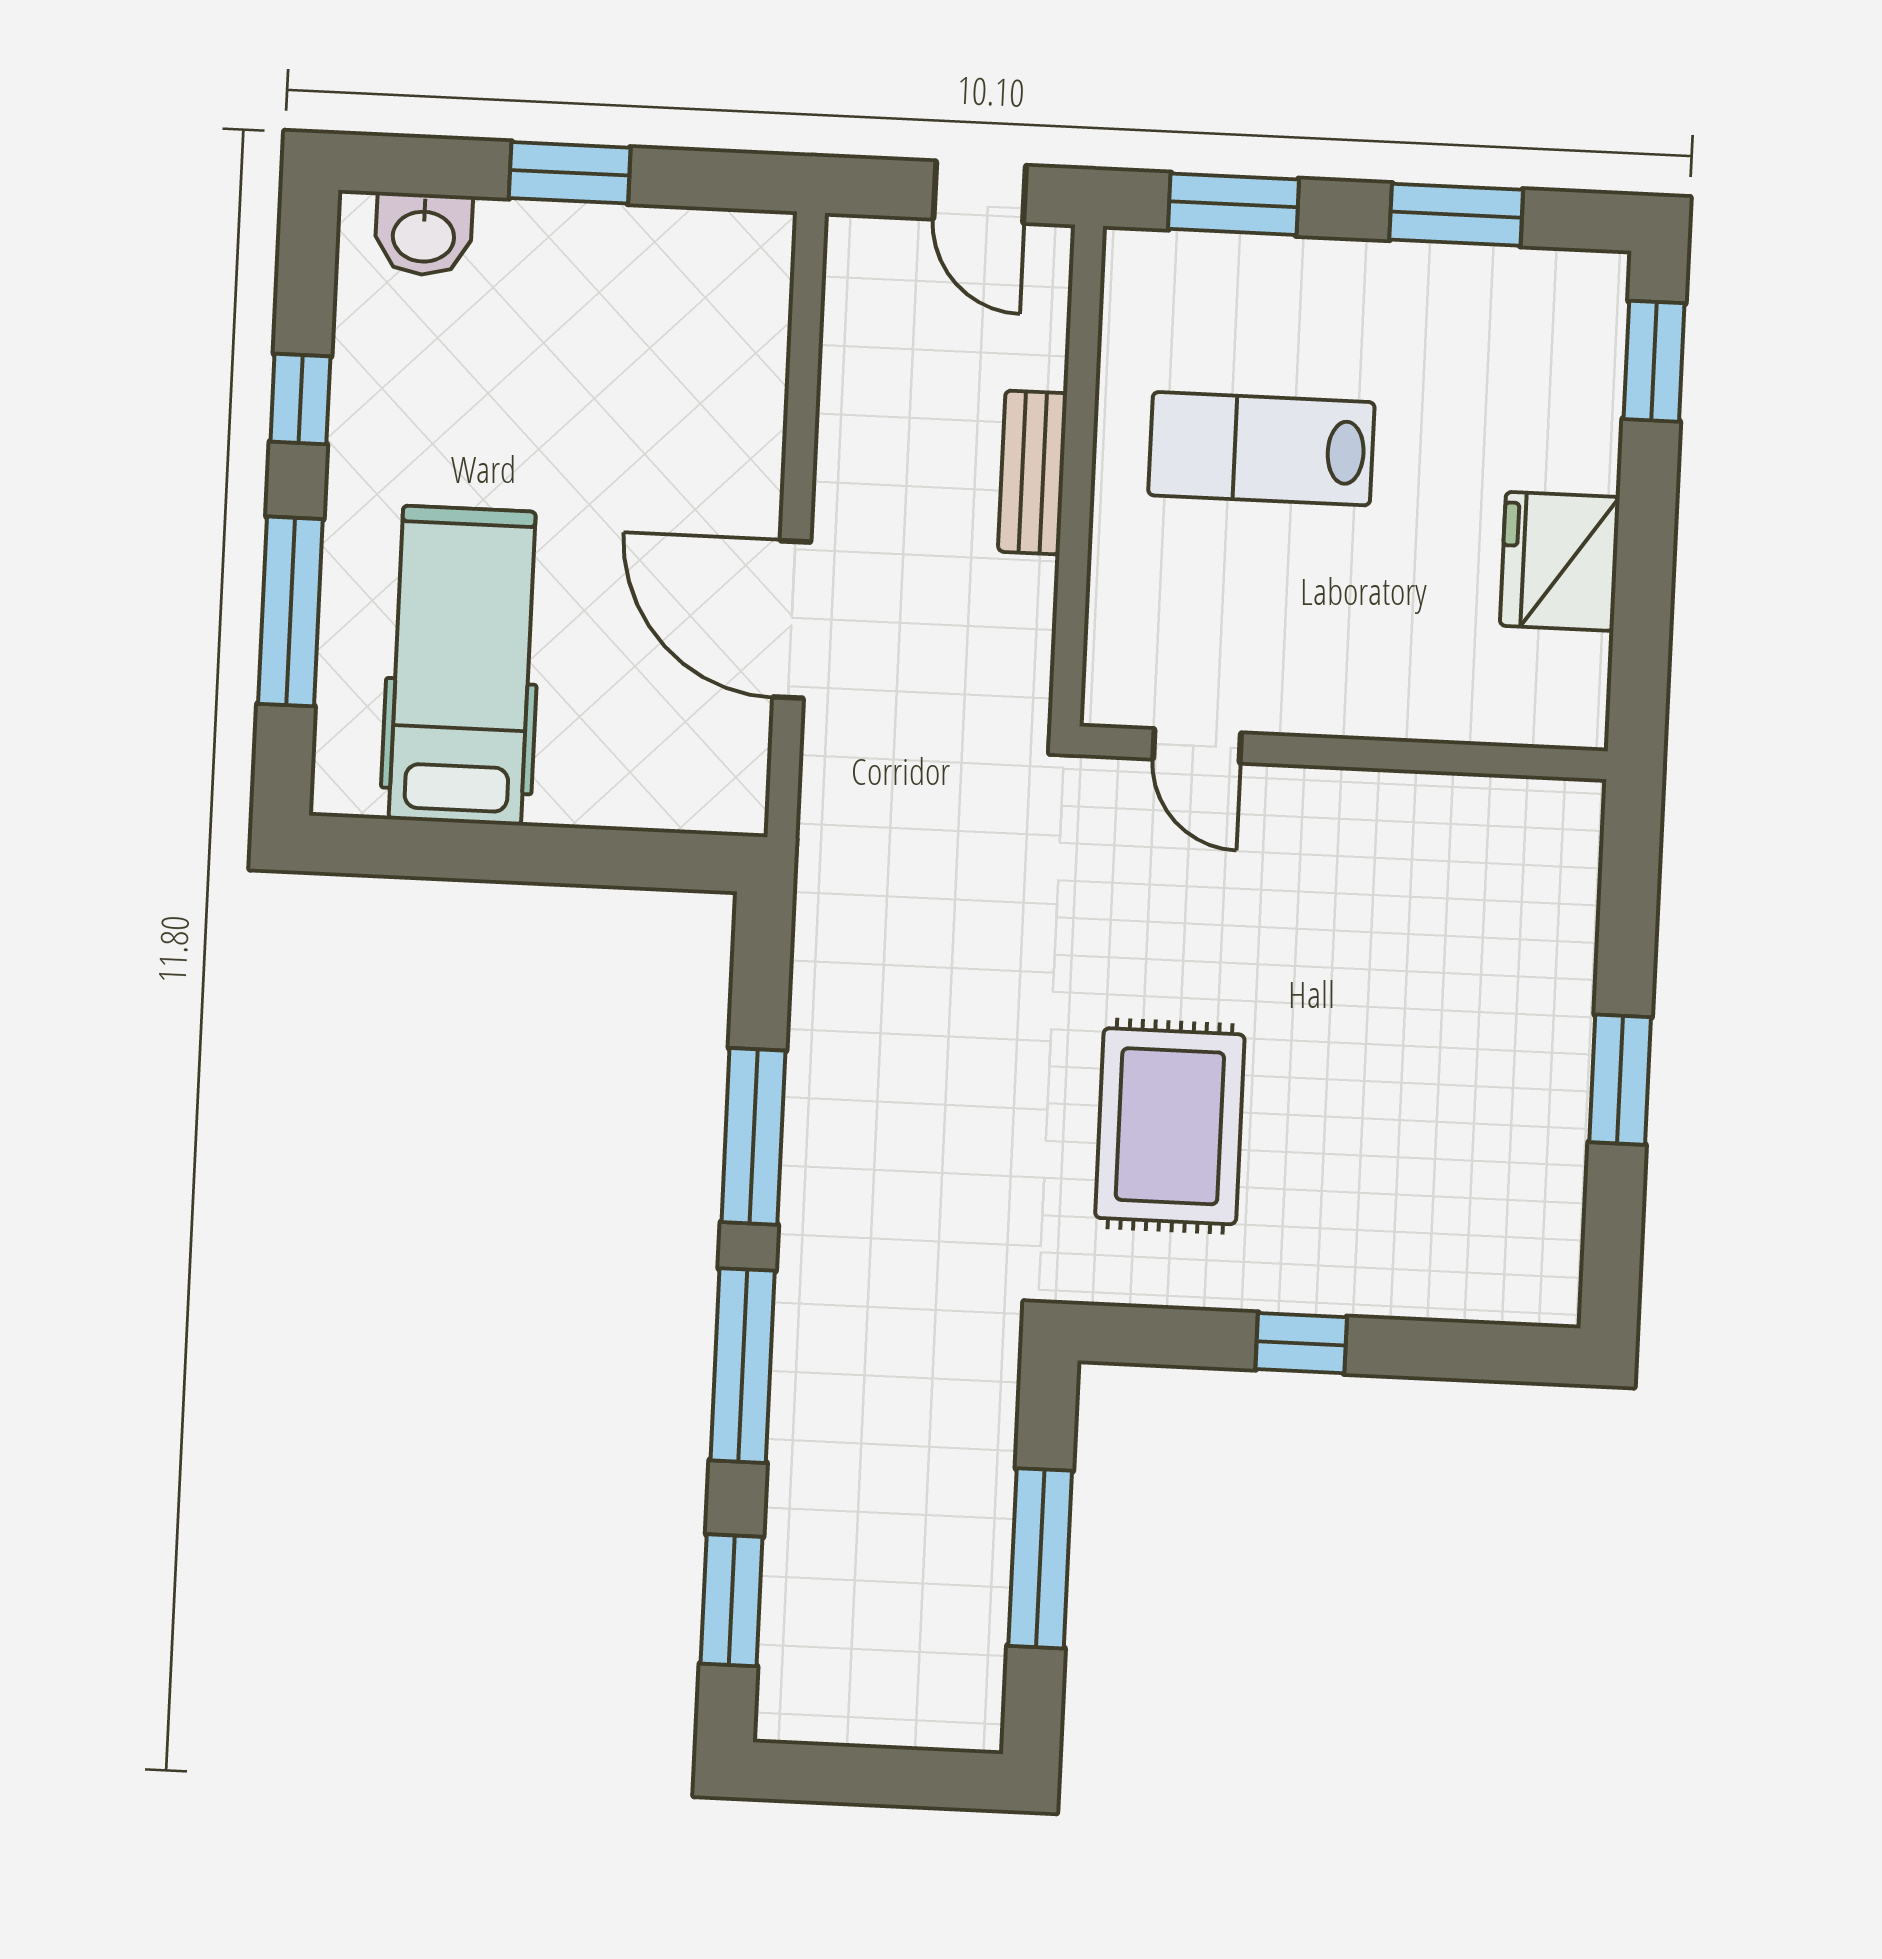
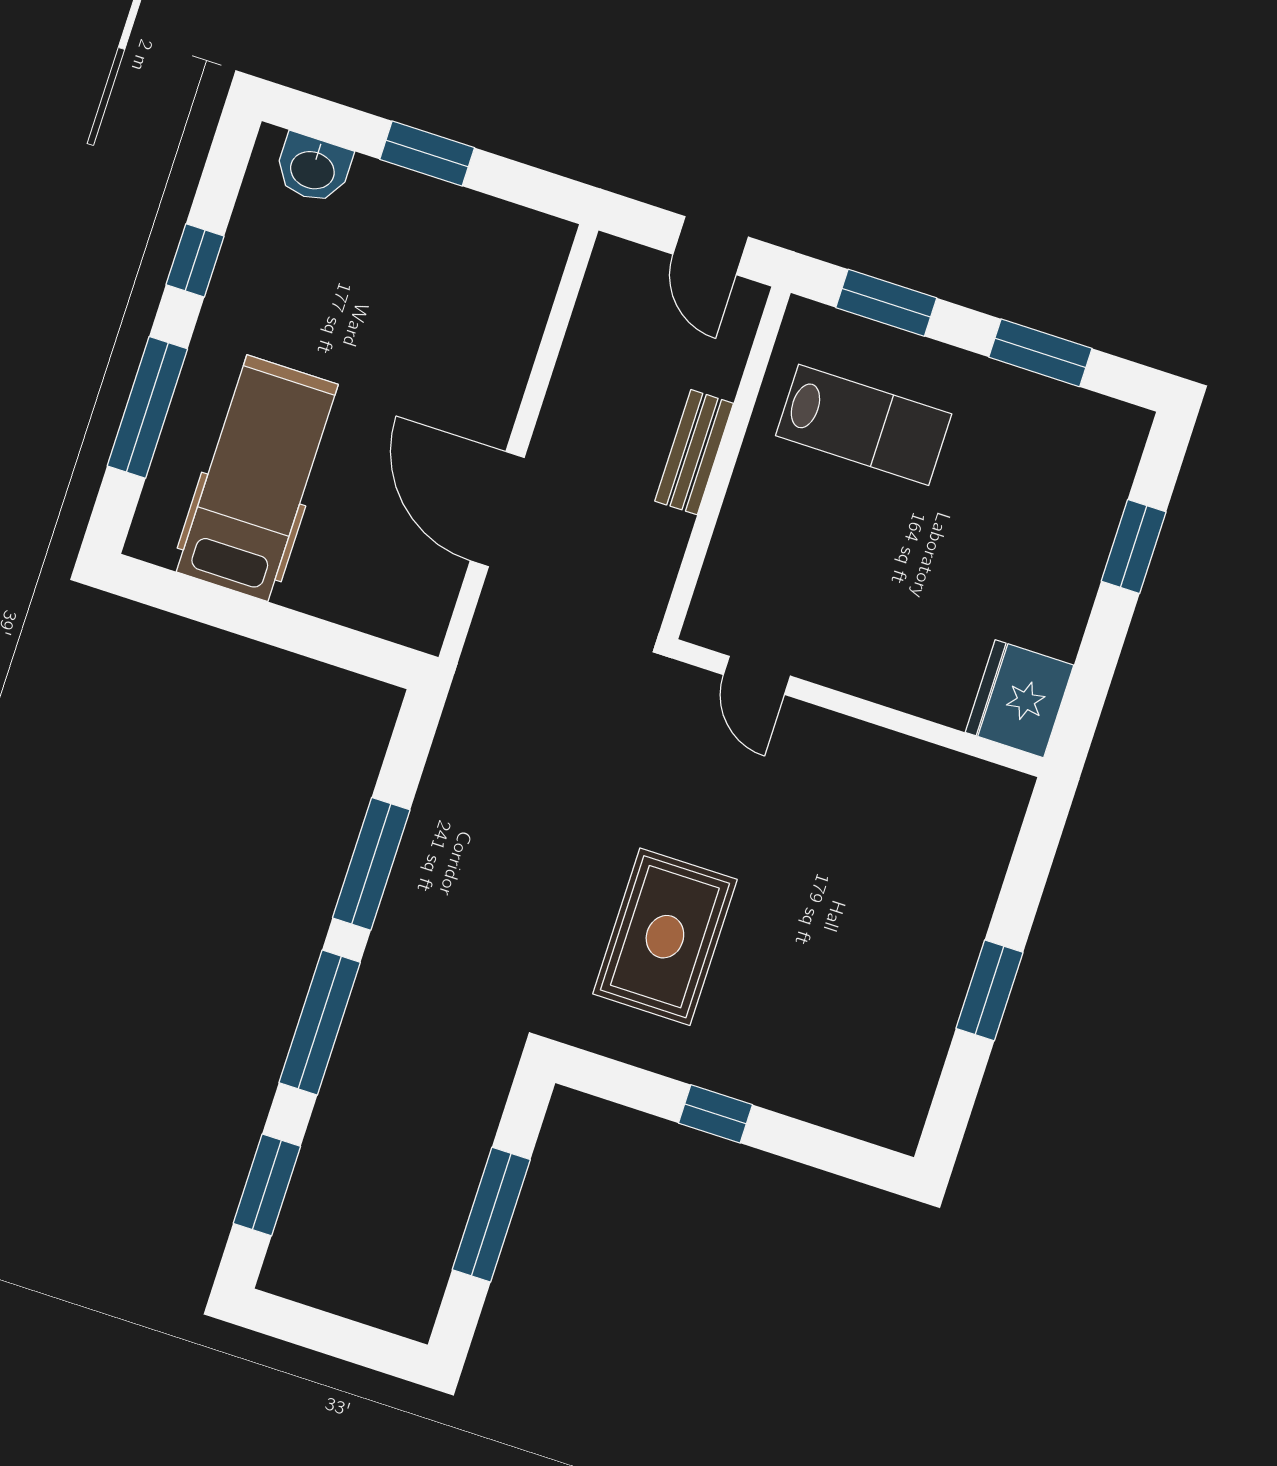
window: (1654, 361) -> (1134, 547), moved
lab bench: (1261, 449) -> (864, 425), moved, turned 180
fridge: (1560, 561) -> (1019, 699), moved

